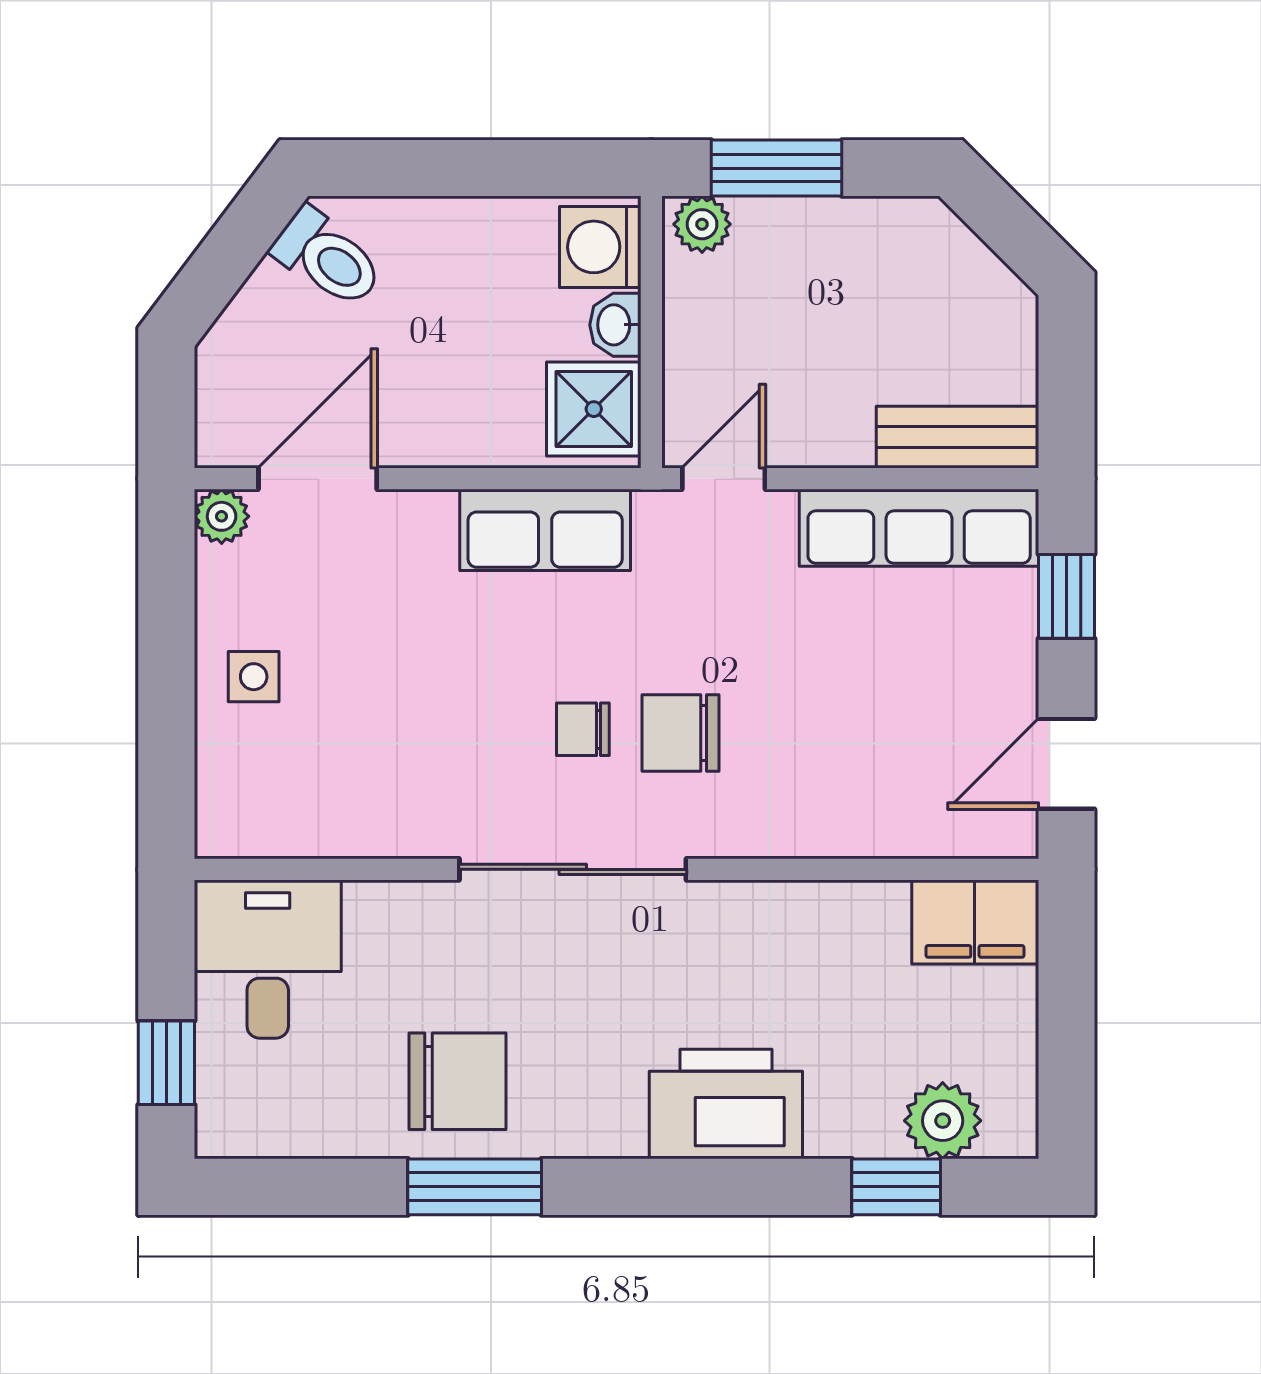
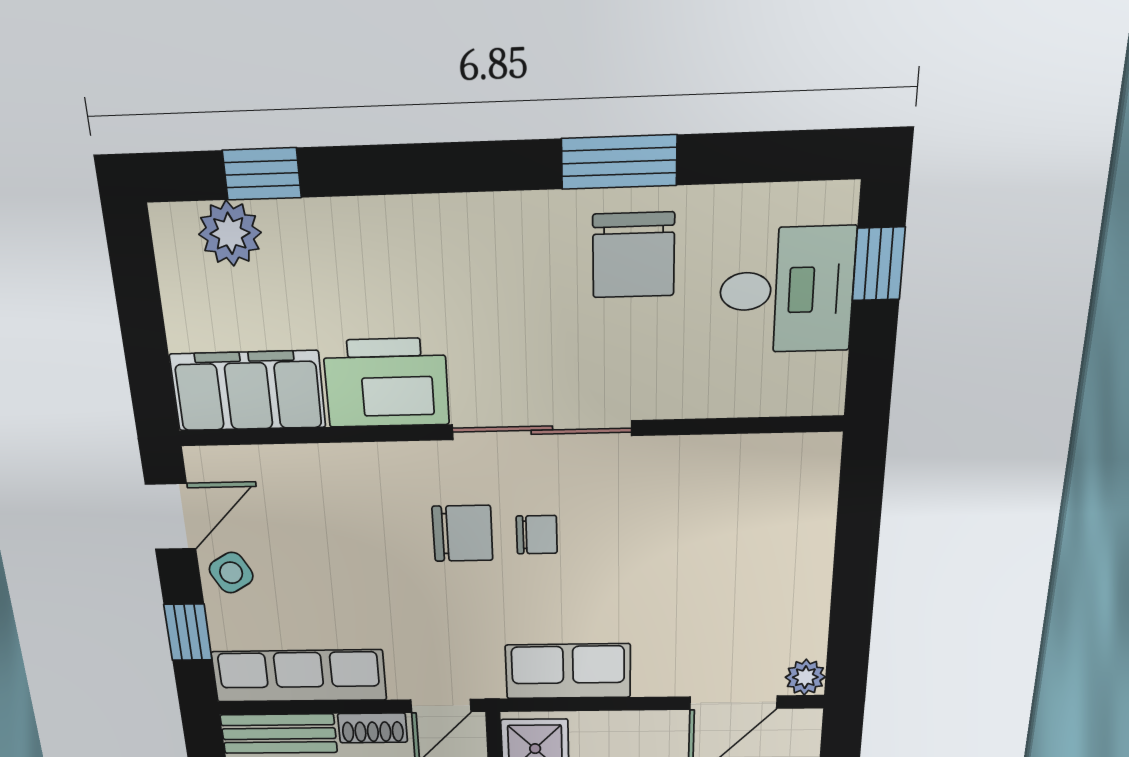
shoe rack: (823, 445) -> (373, 728), added
side table: (254, 677) -> (231, 573), moved, turned -30
filing cabinet: (975, 922) -> (248, 391), width x1.50, depth x1.17
desk: (268, 959) -> (787, 290), moved, turned -90
chair: (457, 1081) -> (633, 255), turned -90
printer: (726, 1104) -> (386, 383), moved, turned 180

